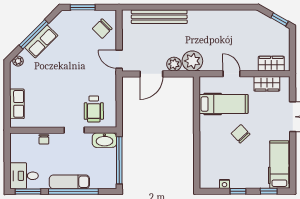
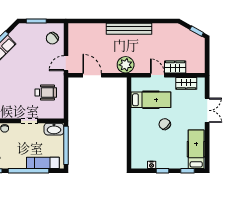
bench: (159, 17) -> (129, 29), moved
door: (119, 59) -> (66, 63), hinge flipped
plant: (174, 64) -> (111, 67), removed
wardrobe: (271, 64) -> (175, 67), moved
door: (151, 74) -> (92, 75), swing flipped
wheelchair: (94, 109) -> (46, 93), moved, turned -90
exam couch: (69, 182) -> (43, 163), moved

